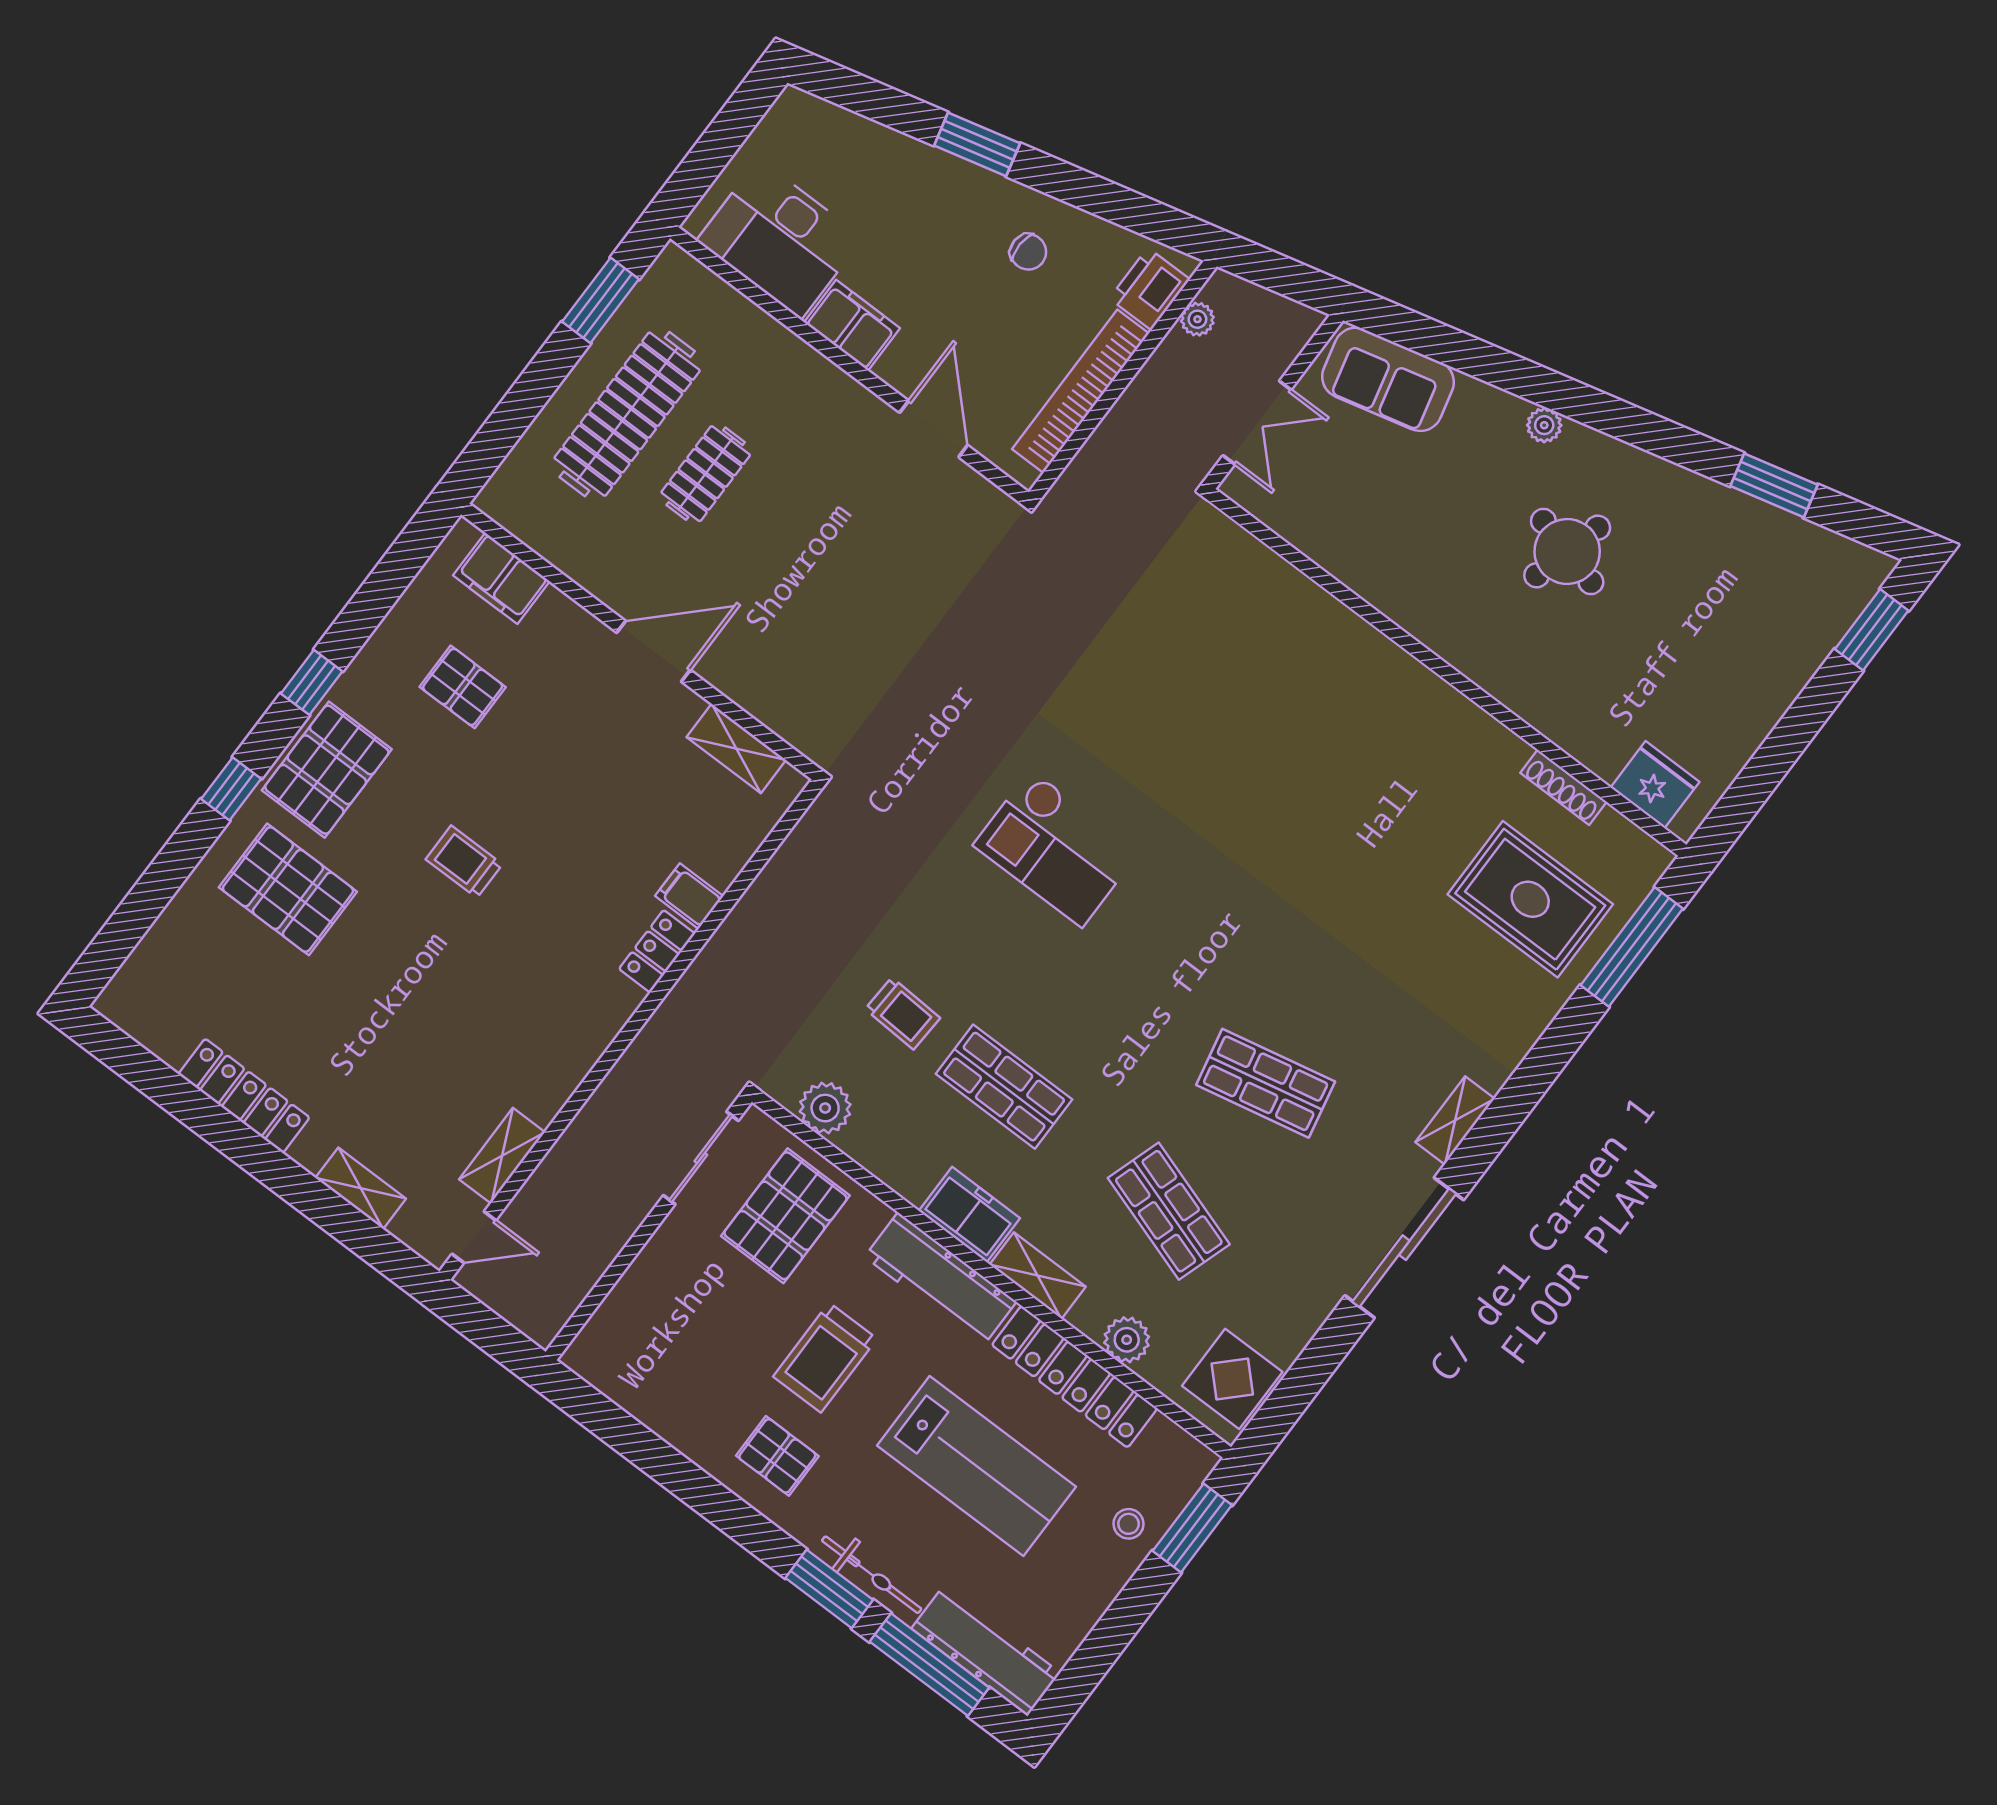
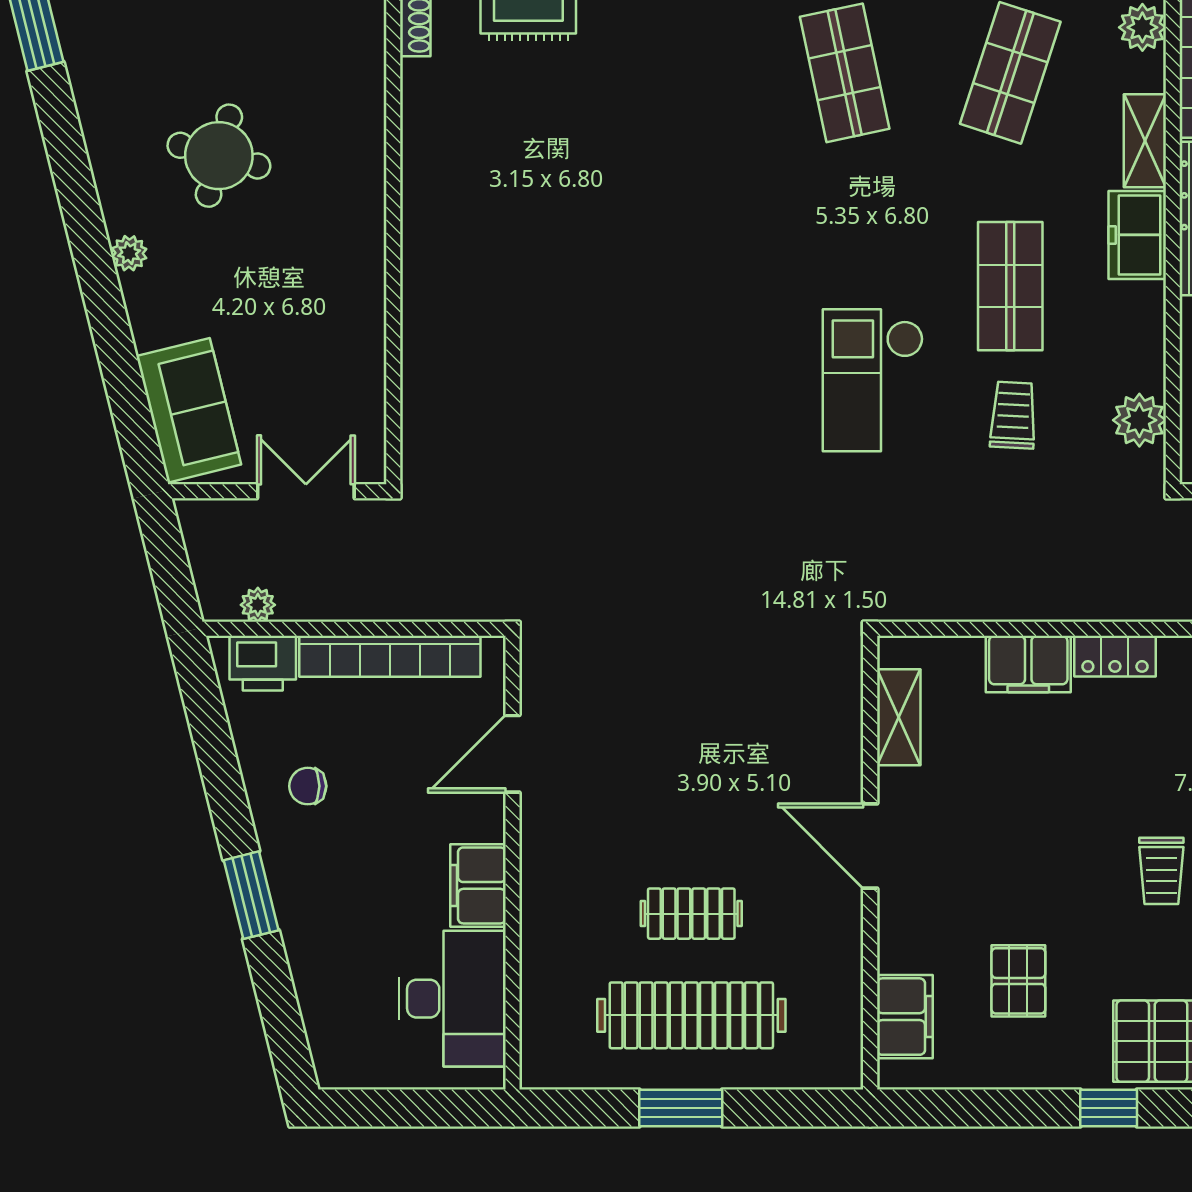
chair: (1028, 252) -> (308, 786), turned -92
window: (601, 300) -> (681, 1108), moved
checkout: (1056, 848) -> (873, 380), moved, turned 180
filing cabinet: (689, 896) -> (1028, 664), width x2.00

